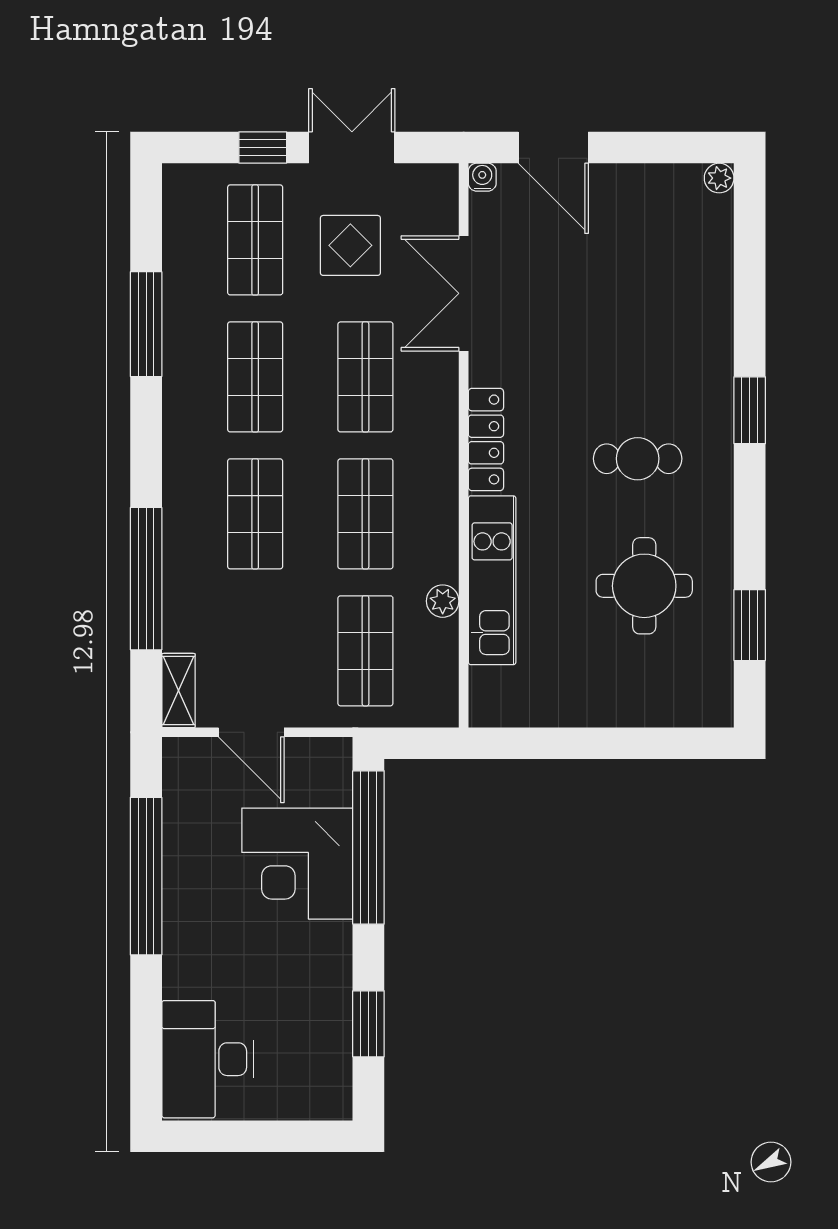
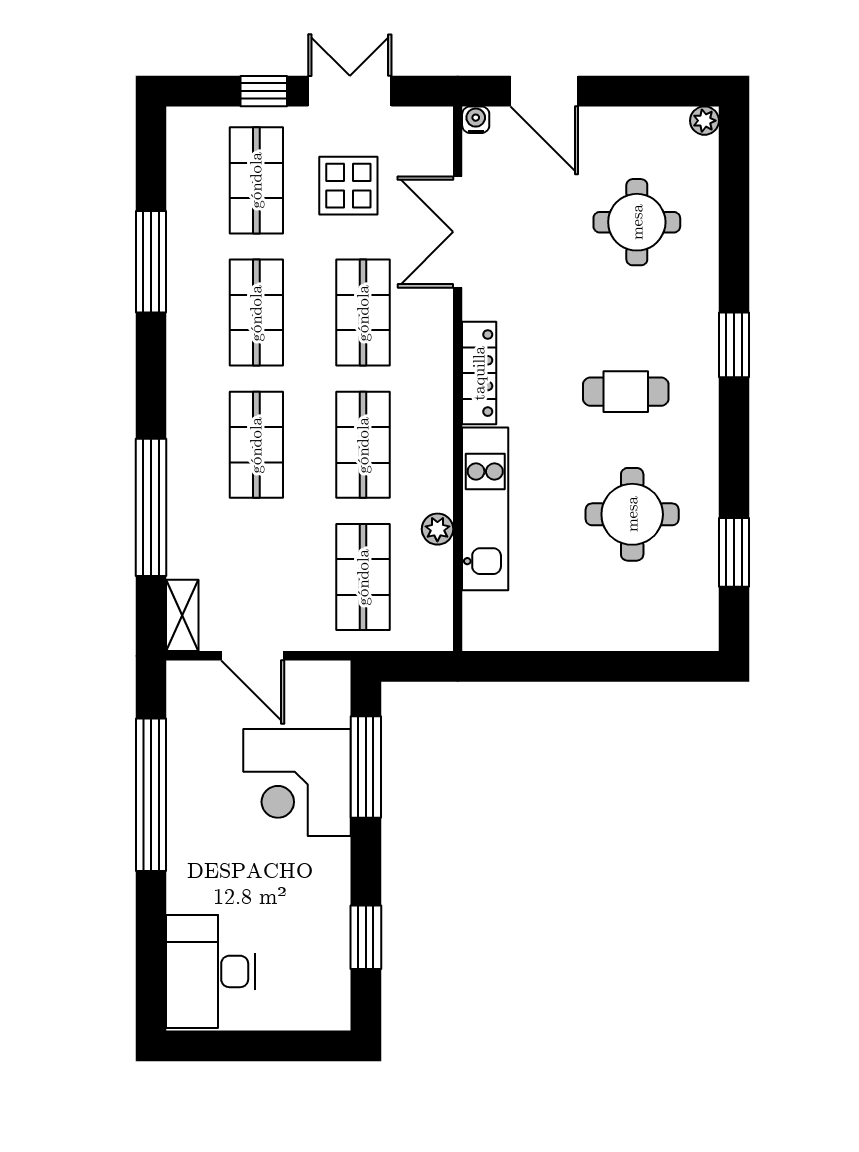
round table: (649, 283) -> (637, 222), added
window: (368, 847) -> (366, 767), width x0.68

